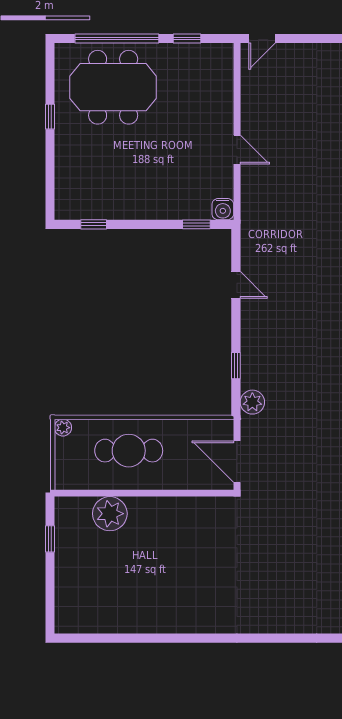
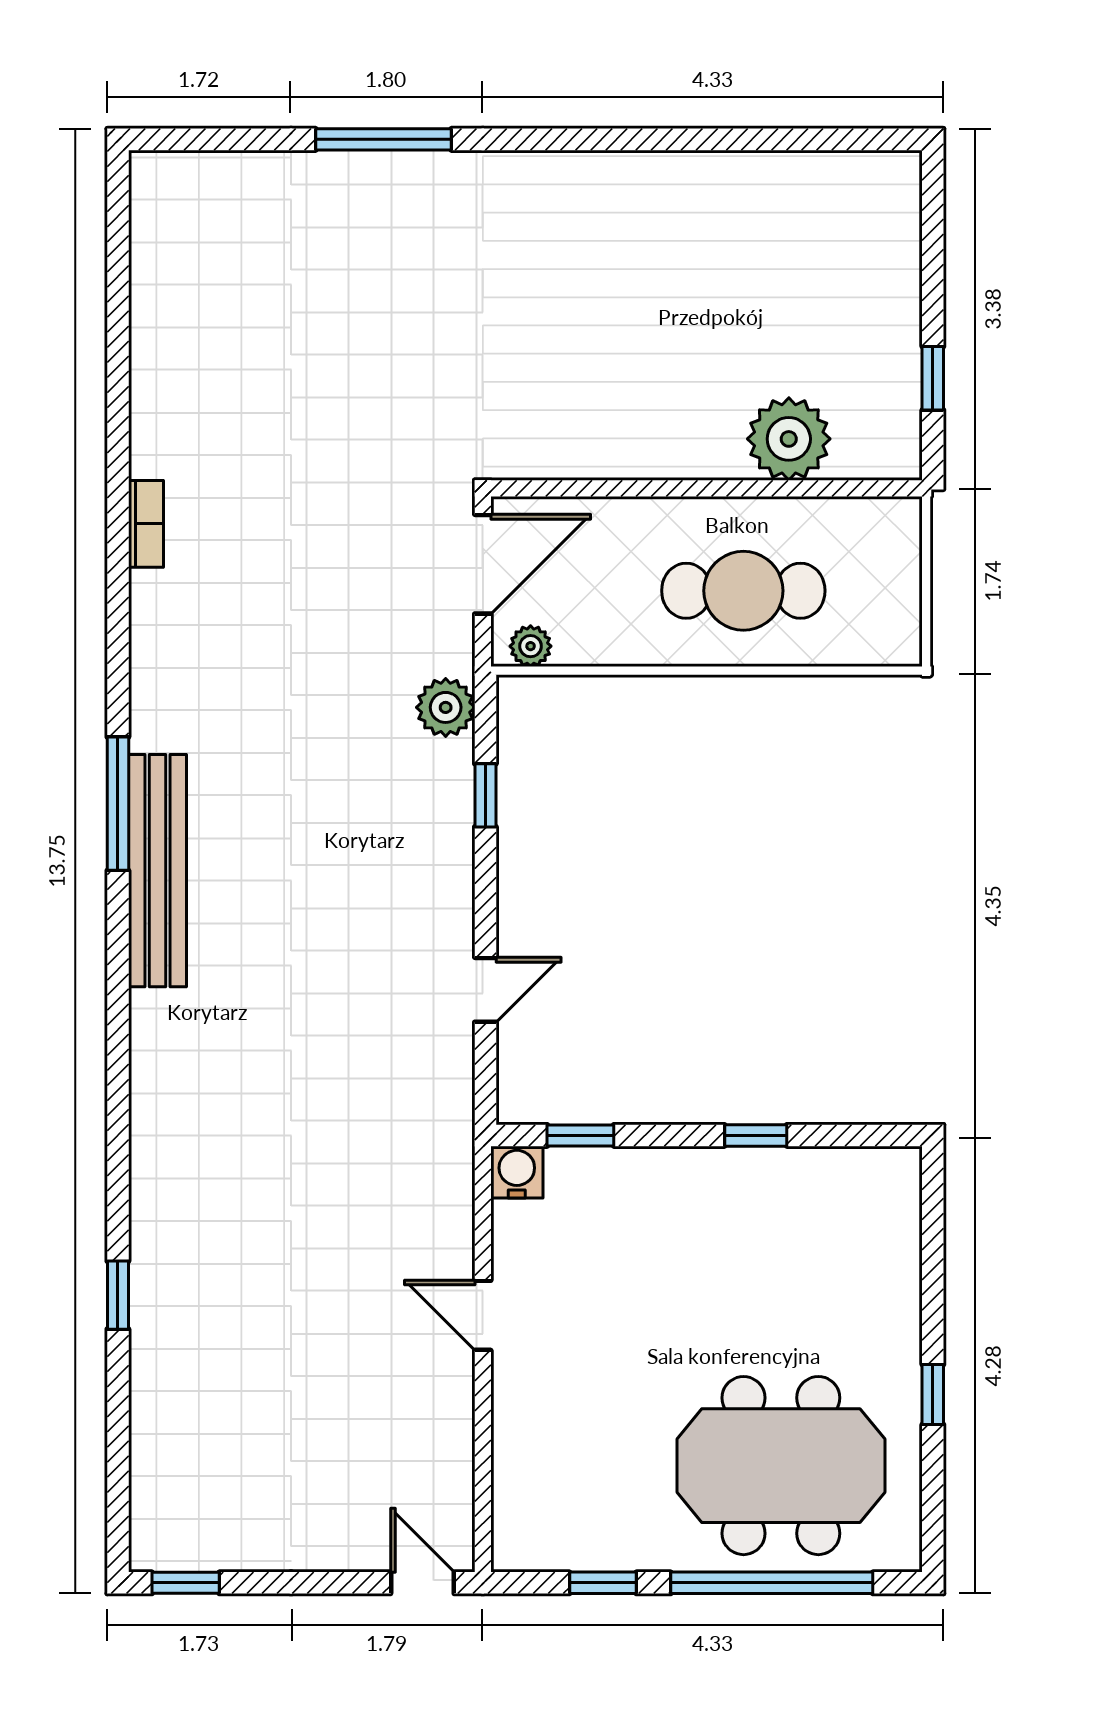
door: (262, 38) -> (422, 1583), hinge flipped
window: (94, 224) -> (756, 1135), moved
door: (236, 285) -> (485, 990), swing flipped
plant: (63, 428) -> (531, 646), moved
door: (237, 462) -> (483, 564), hinge flipped
window: (278, 638) -> (383, 139), added

